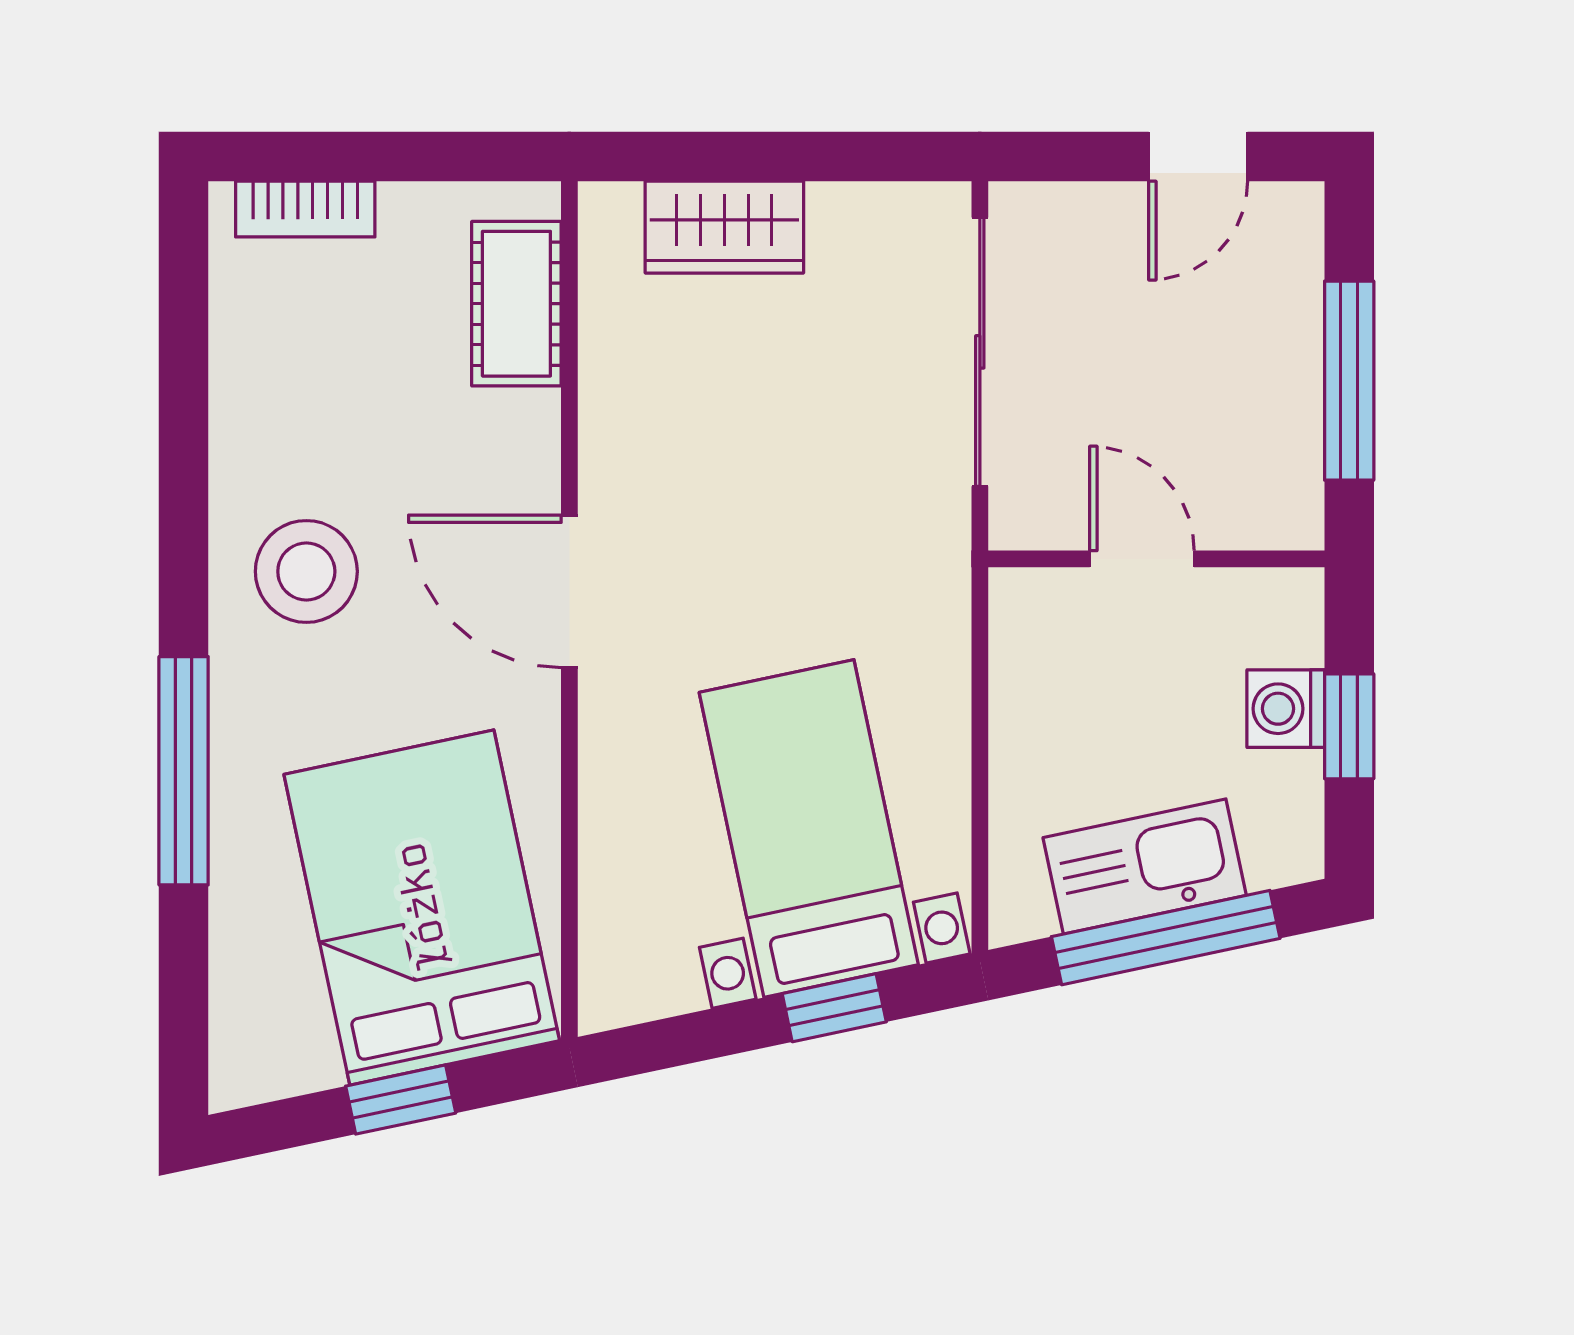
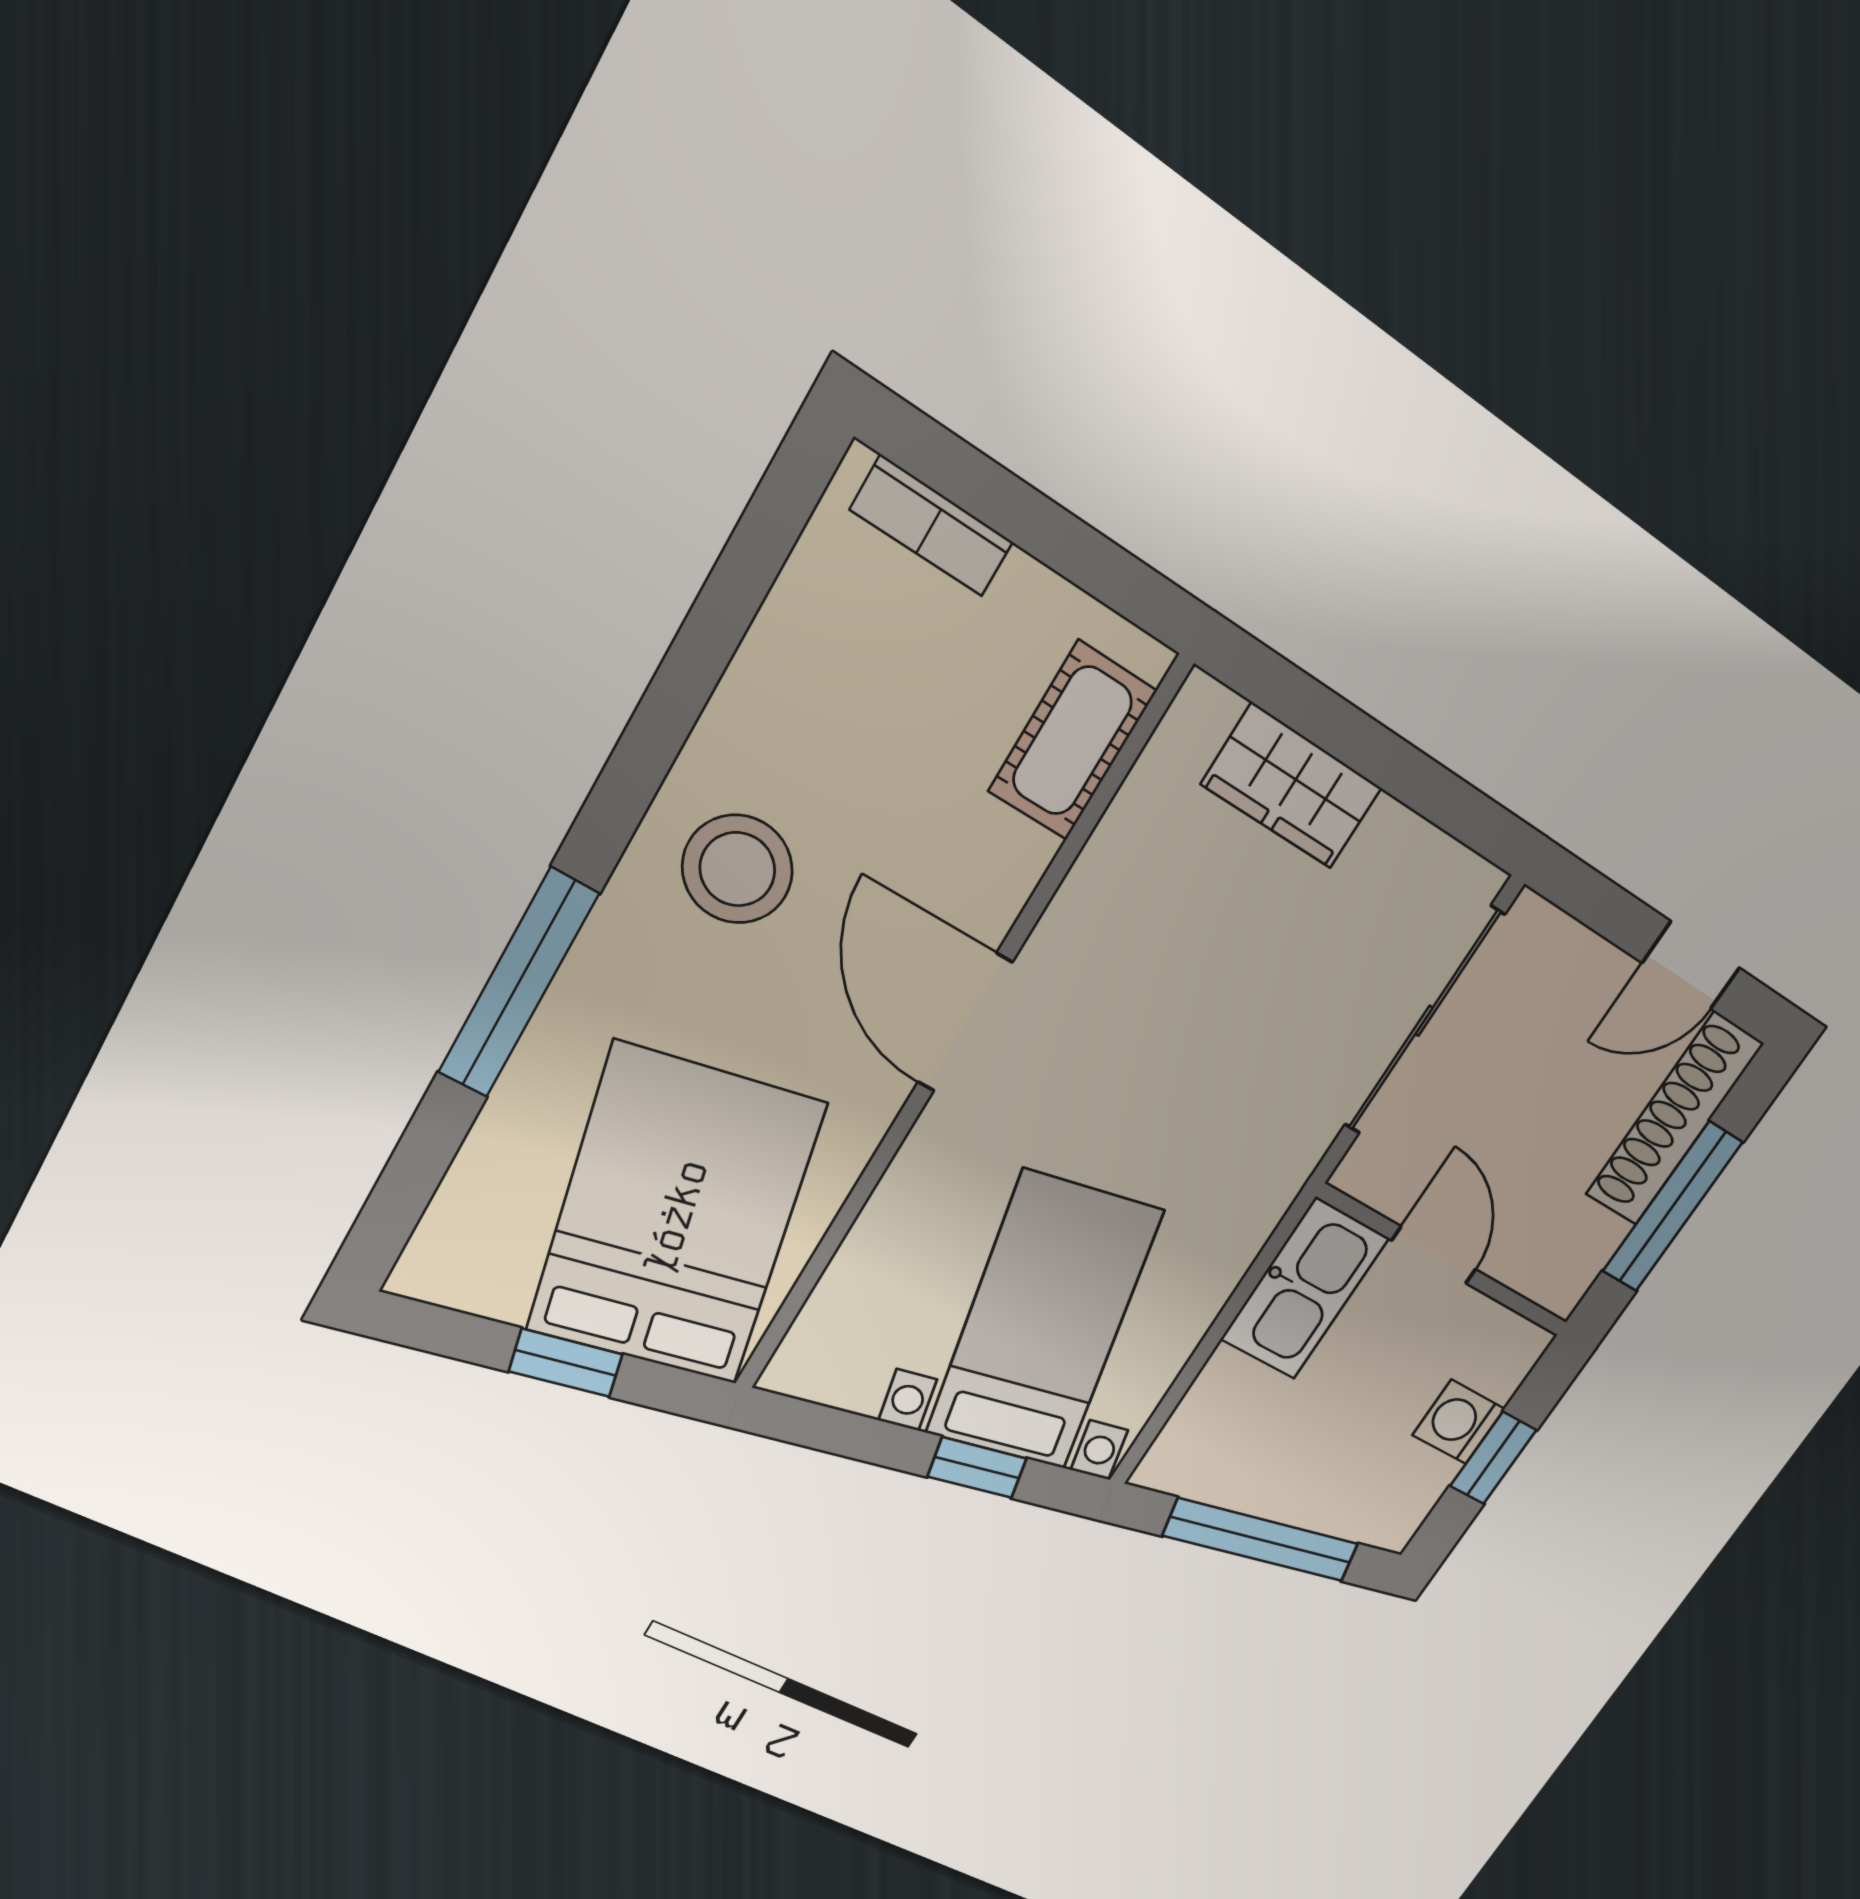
shoe rack: (1288, 299) -> (1675, 1119), added
kitchen sink: (1145, 866) -> (1305, 1289), moved, turned 102

